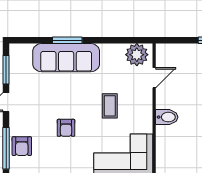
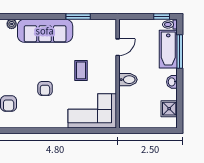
window: (67, 40) -> (78, 16), moved
plant: (137, 55) -> (12, 24), moved, width x0.53, depth x0.53

